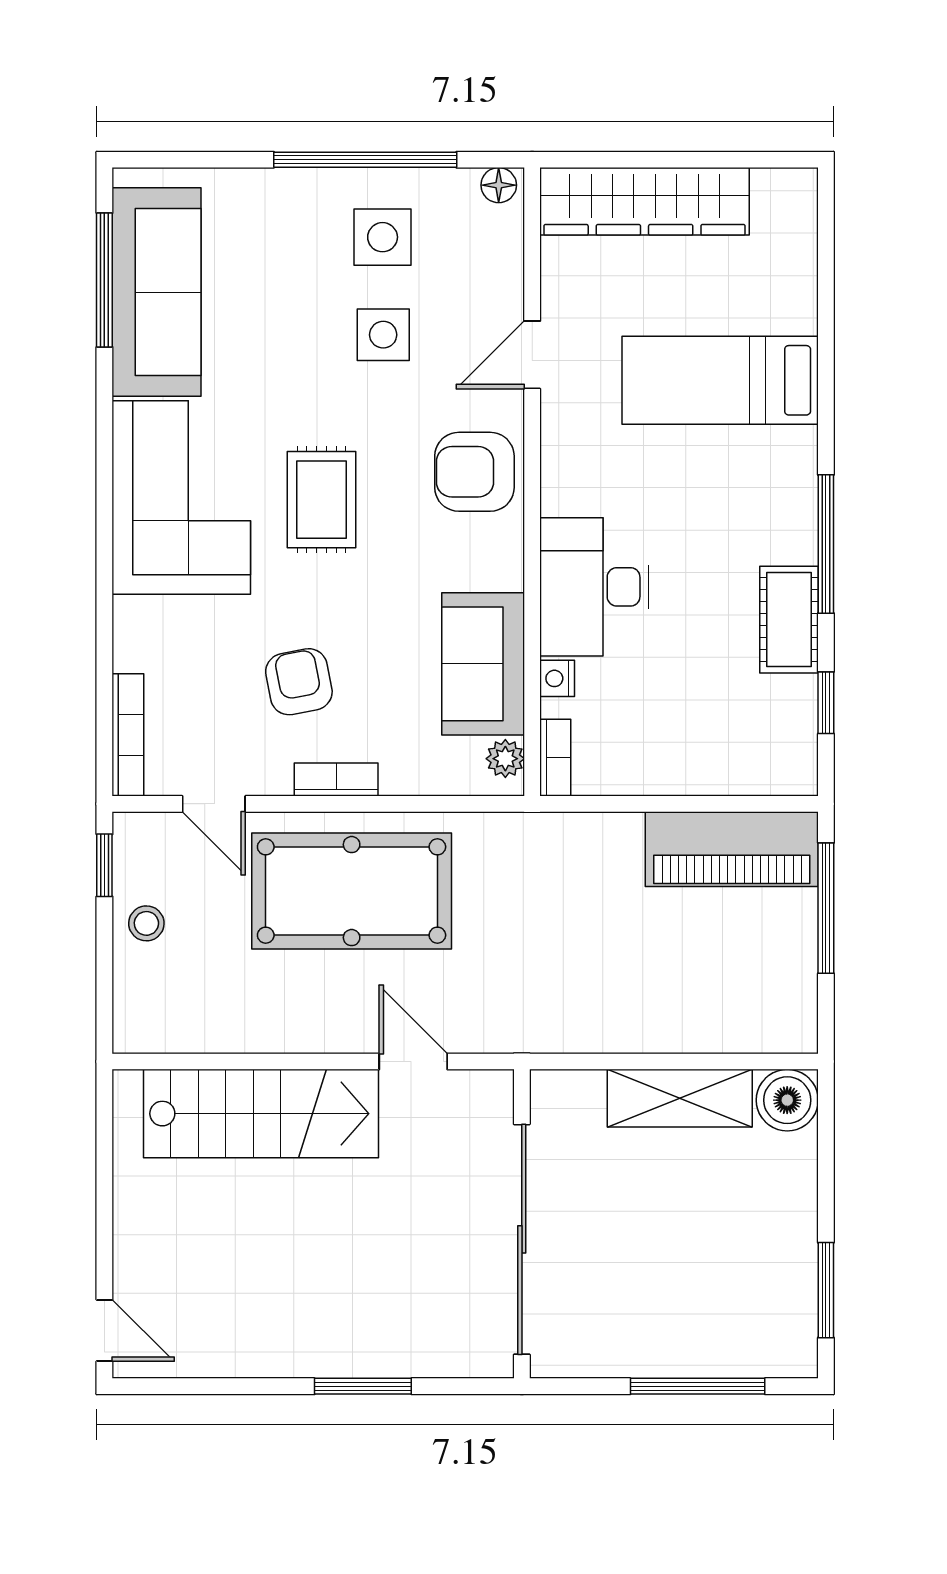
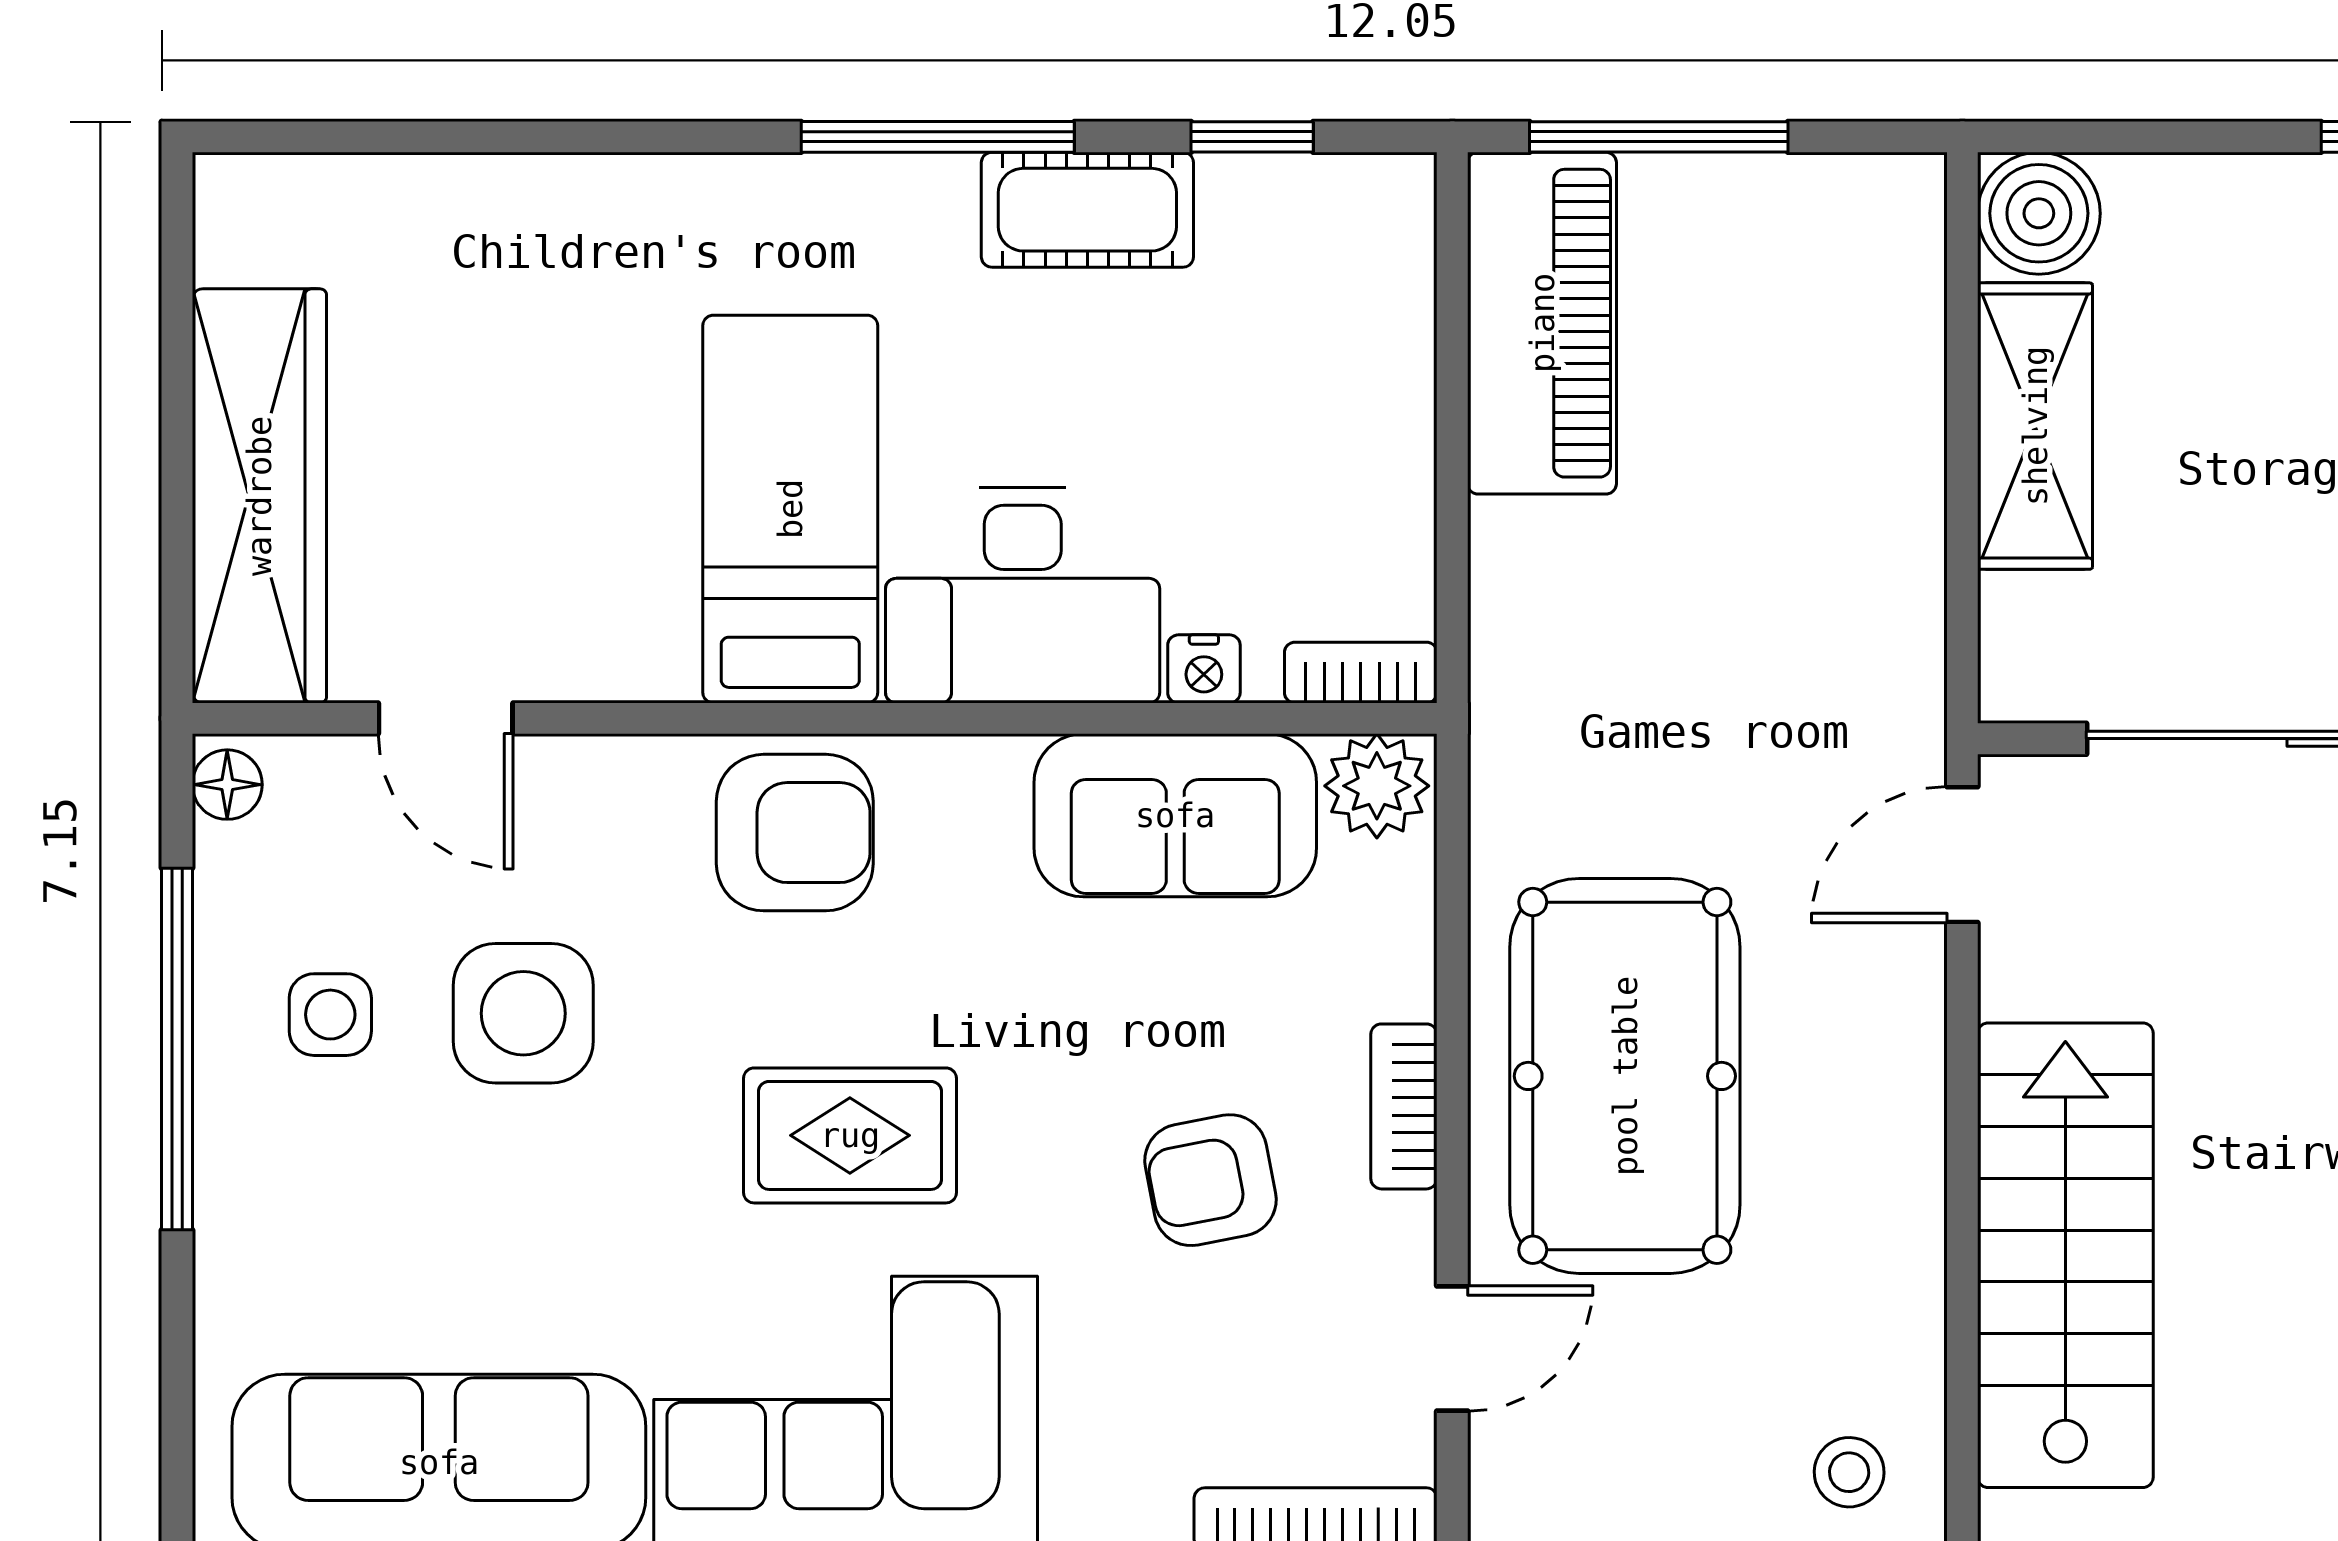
side table: (383, 237) -> (330, 1015), width x0.73, depth x0.73
side table: (383, 335) -> (523, 1013), width x1.37, depth x1.37
door: (532, 355) -> (446, 718), moved
bed: (720, 380) -> (790, 509), moved, turned 180
armchair: (474, 472) -> (795, 833), turned -90
plant: (505, 759) -> (1377, 786), width x1.38, depth x1.38
stool: (146, 923) -> (1849, 1472), moved
door: (413, 1062) -> (1962, 855), moved

